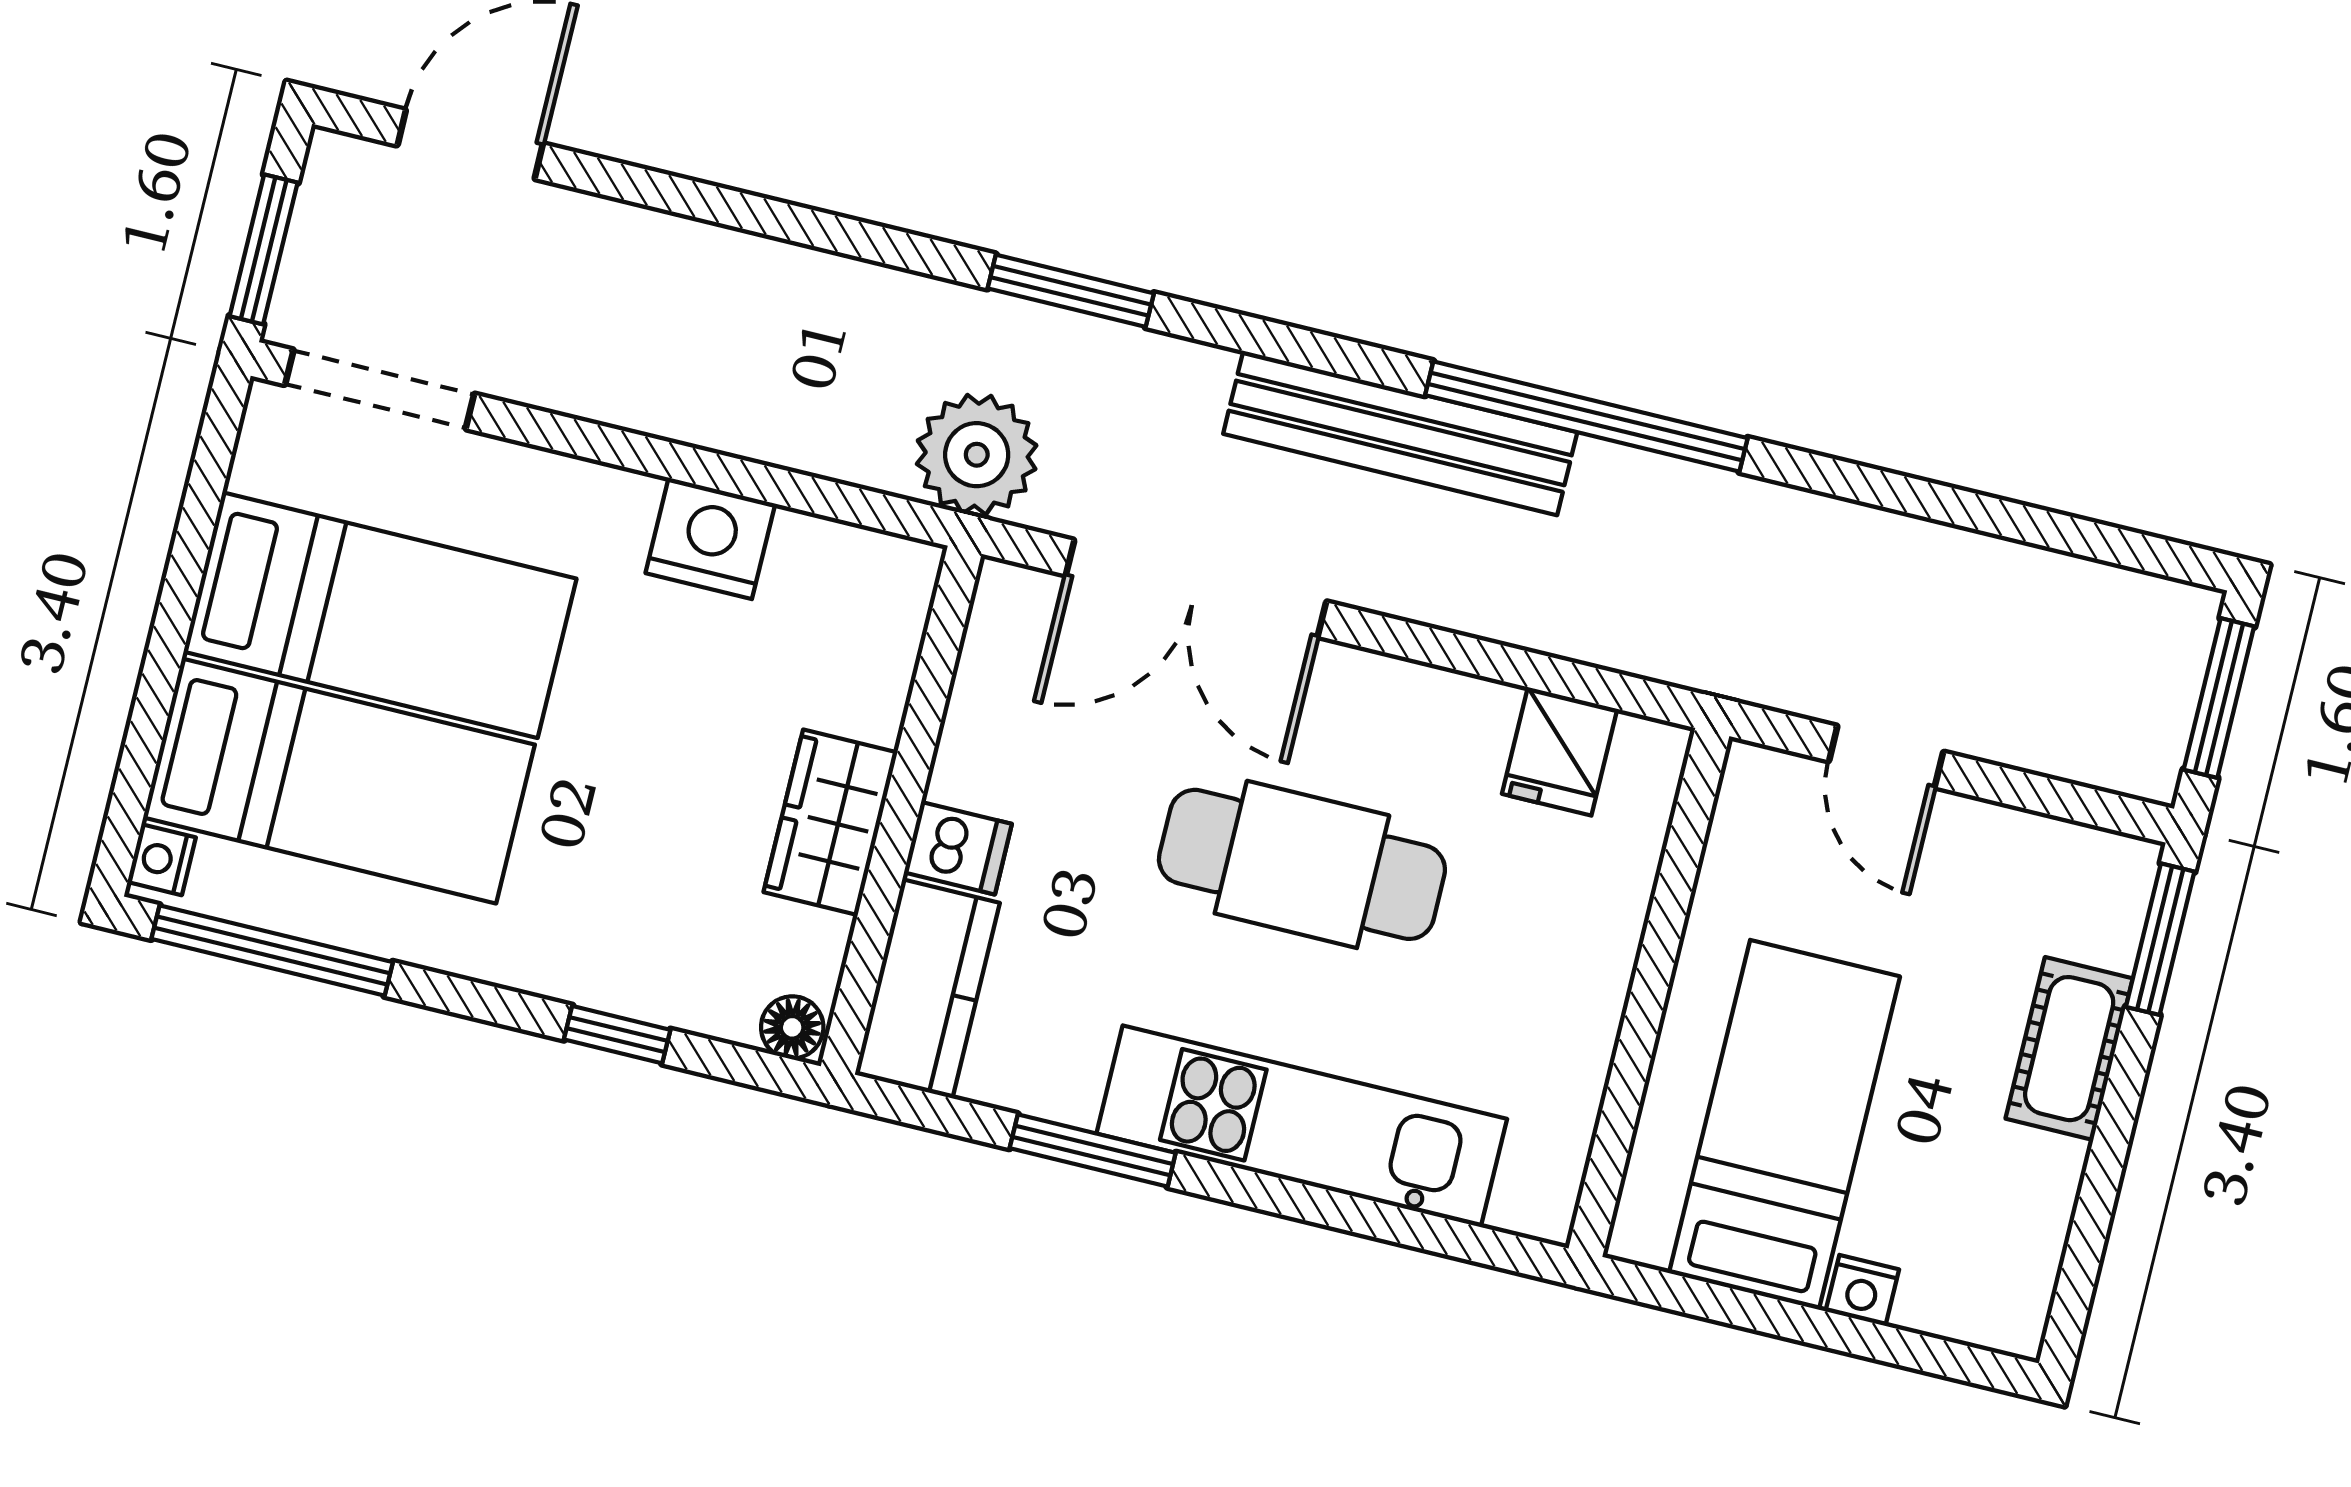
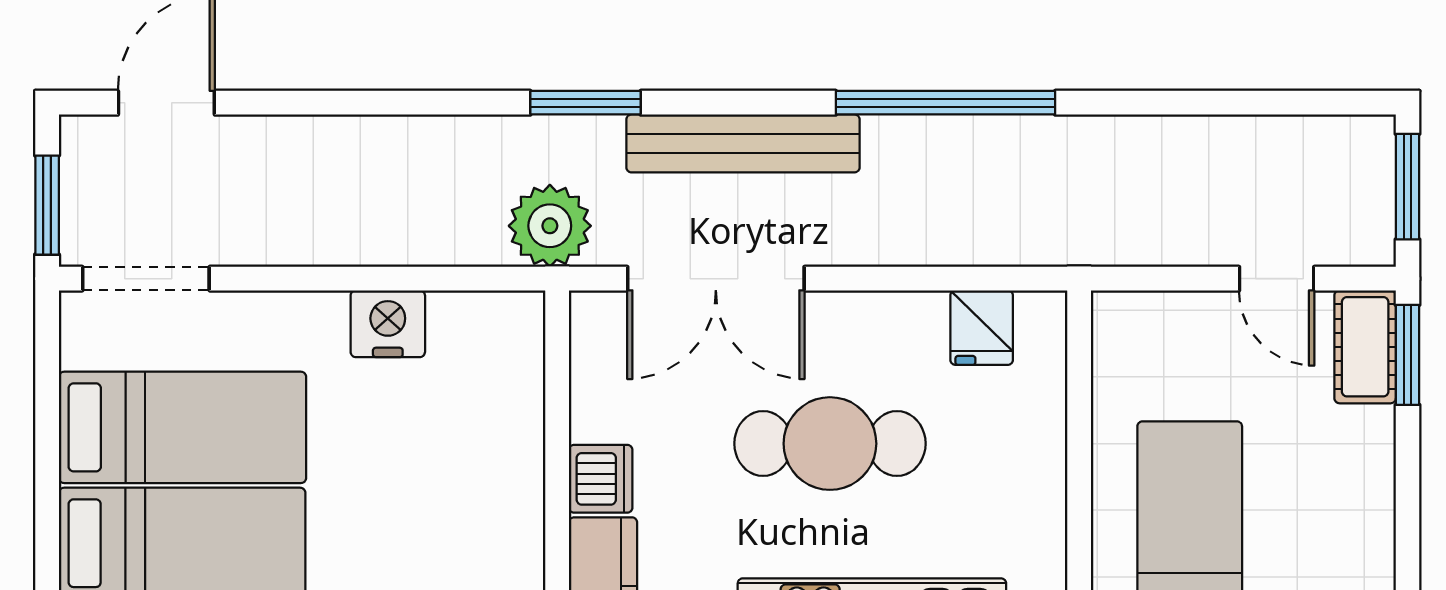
bench: (1400, 433) -> (743, 143), moved
door: (1886, 757) -> (1277, 279), moved
wardrobe: (830, 822) -> (513, 492), removed
dishwasher: (958, 848) -> (601, 479), width x1.38
cot: (2069, 1049) -> (1365, 347), moved

